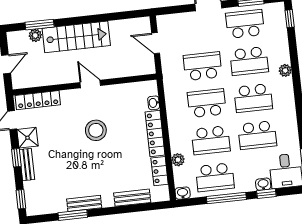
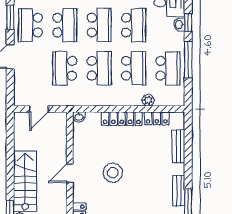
washbasin: (154, 103) -> (79, 117), moved
school desk: (207, 103) -> (99, 68), turned 180
washbasin: (183, 193) -> (179, 100), removed

